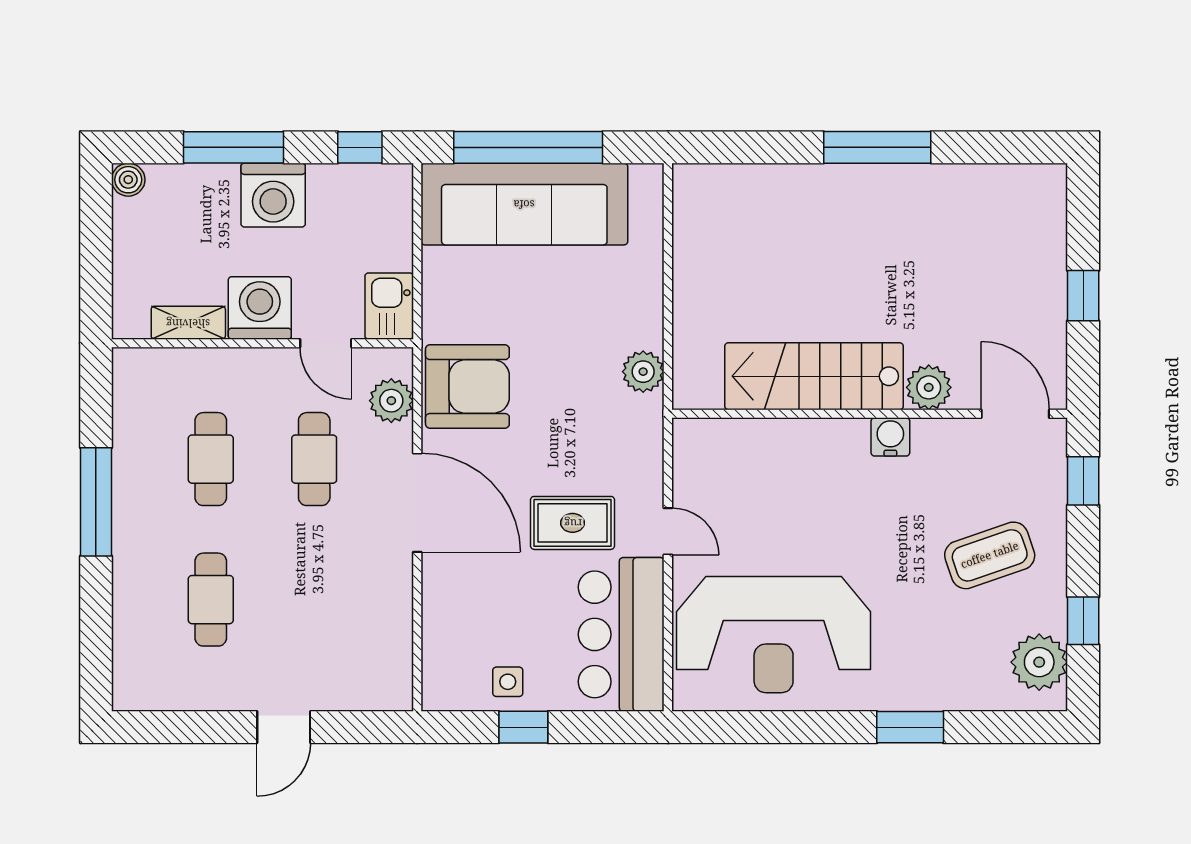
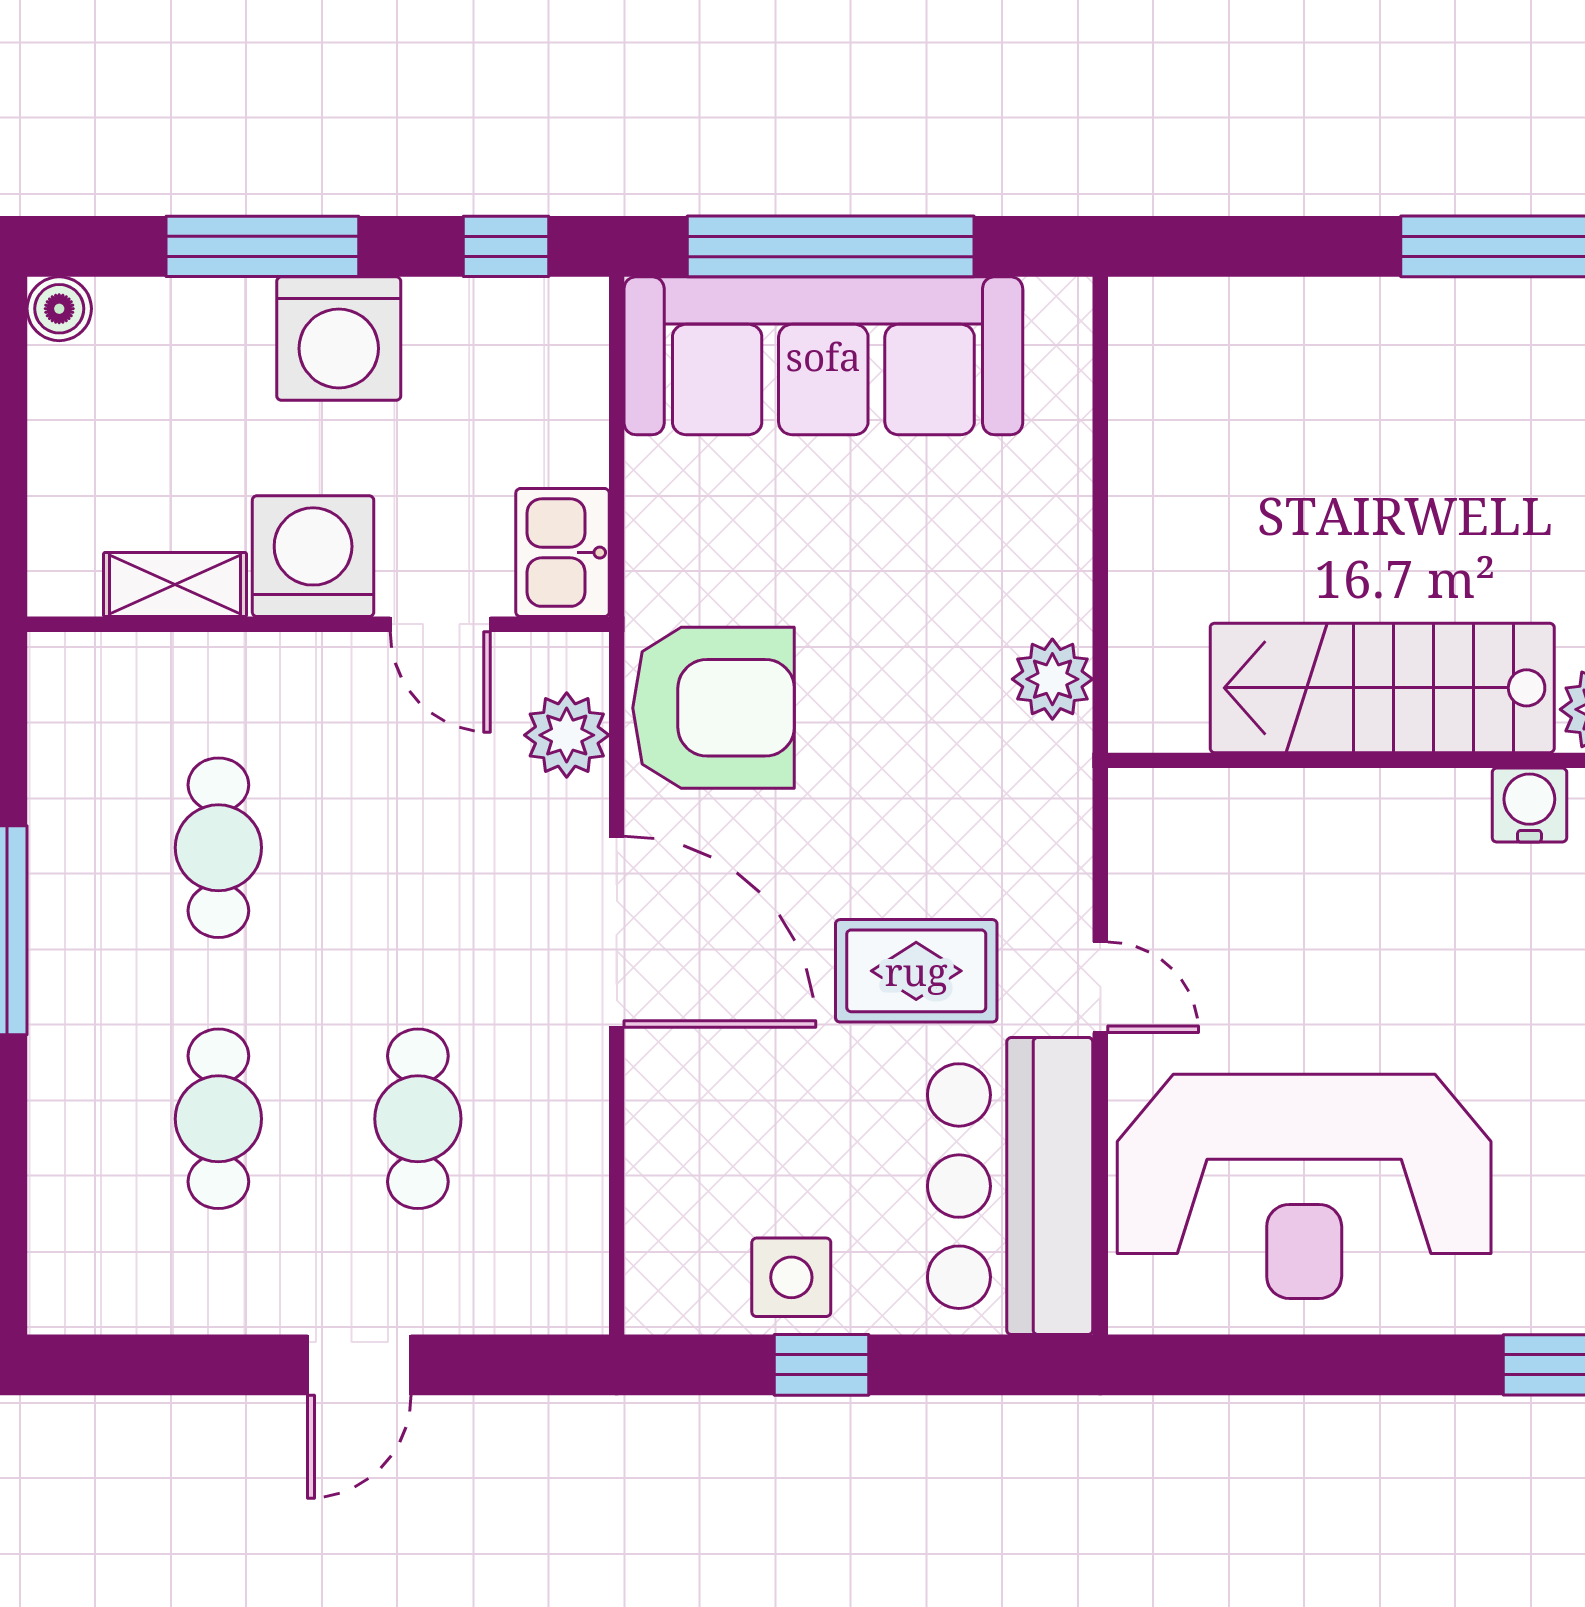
cafe table: (314, 459) -> (418, 1119), moved
side table: (508, 682) -> (791, 1277), width x1.37, depth x1.37

